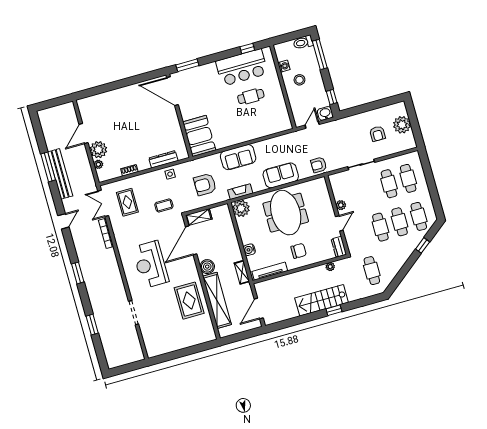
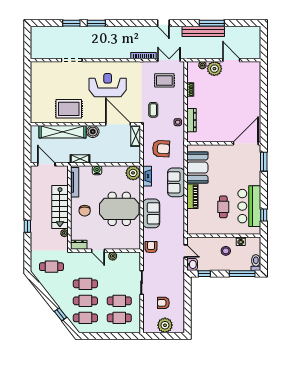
piano: (249, 134) -> (192, 196), added
booth: (199, 136) -> (197, 168), moved, turned 90
armchair: (205, 185) -> (161, 149), turned 93
window: (78, 273) -> (96, 23), moved
stairs: (322, 300) -> (60, 207), moved, turned 180

